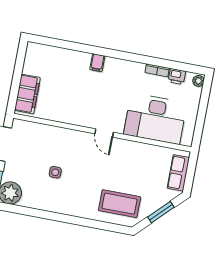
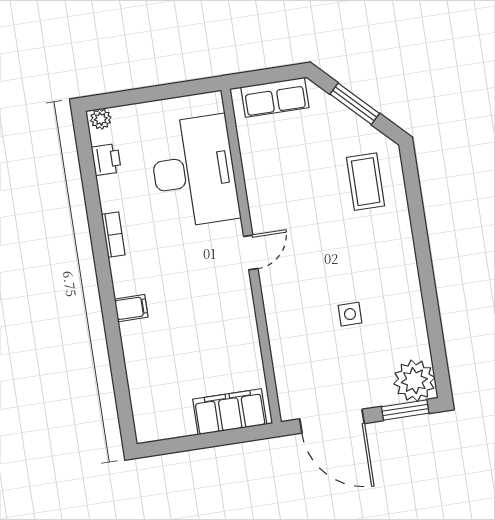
bookcase: (157, 70) -> (113, 235), moved
coffee table: (120, 204) -> (366, 182), width x0.73, depth x0.76

